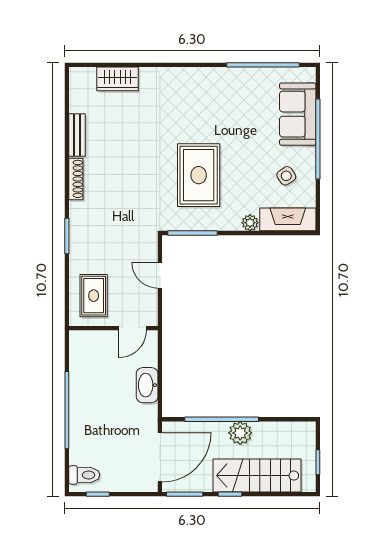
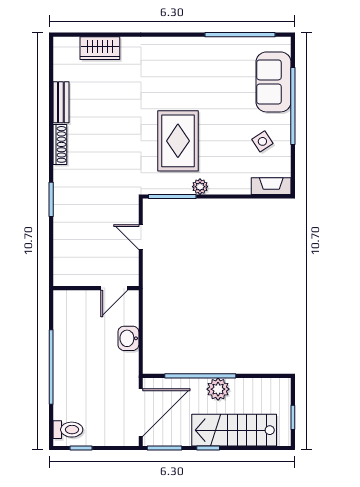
fireplace: (288, 219) -> (271, 186), width x0.73, depth x0.76
plant: (250, 223) -> (200, 187), moved
rug: (94, 296) -> (77, 257), removed
washbasin: (147, 385) -> (128, 338), width x0.72

